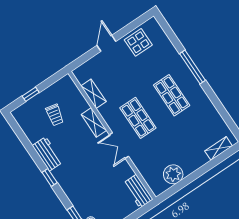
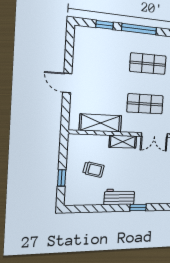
window: (173, 38) -> (105, 25), added
display table: (138, 42) -> (87, 56), removed
shelving: (93, 94) -> (100, 123), width x1.50, depth x1.33

